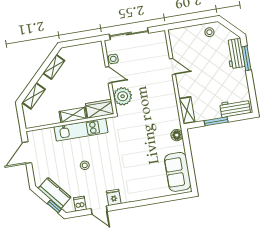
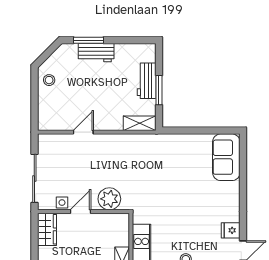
workbench: (236, 54) -> (96, 53), moved
workbench: (235, 108) -> (147, 81), moved
wardrobe: (100, 109) -> (47, 229), moved, turned 180
floor lamp: (177, 135) -> (168, 141), removed
sofa: (178, 172) -> (226, 157), moved, turned 90

